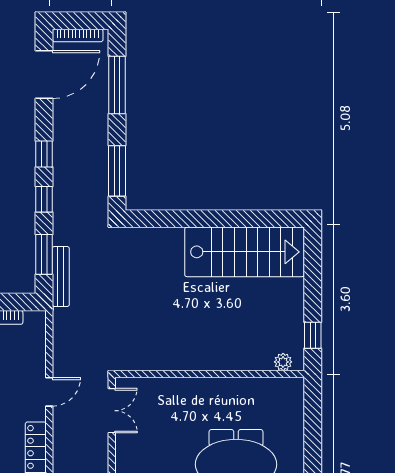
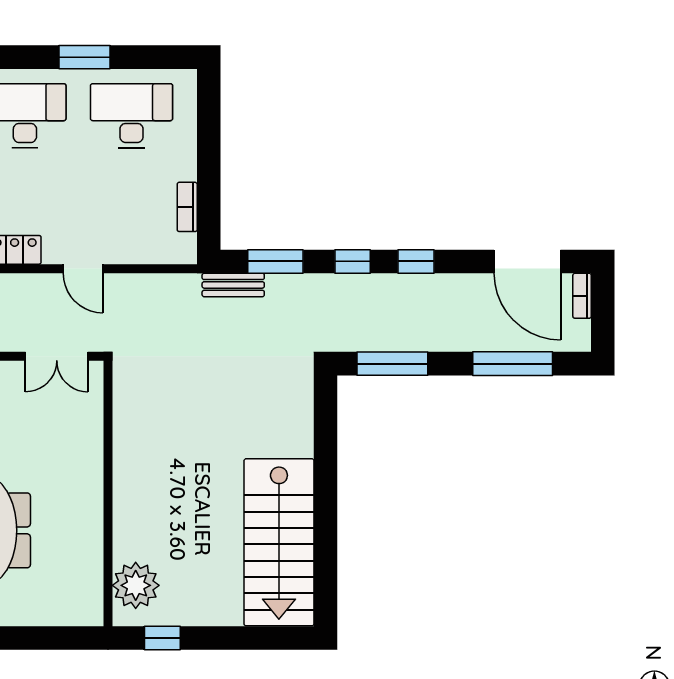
bookcase: (78, 35) -> (582, 296), width x0.64
bench: (61, 277) -> (233, 285), width x0.73
plant: (283, 362) -> (136, 585), width x1.88, depth x1.88

